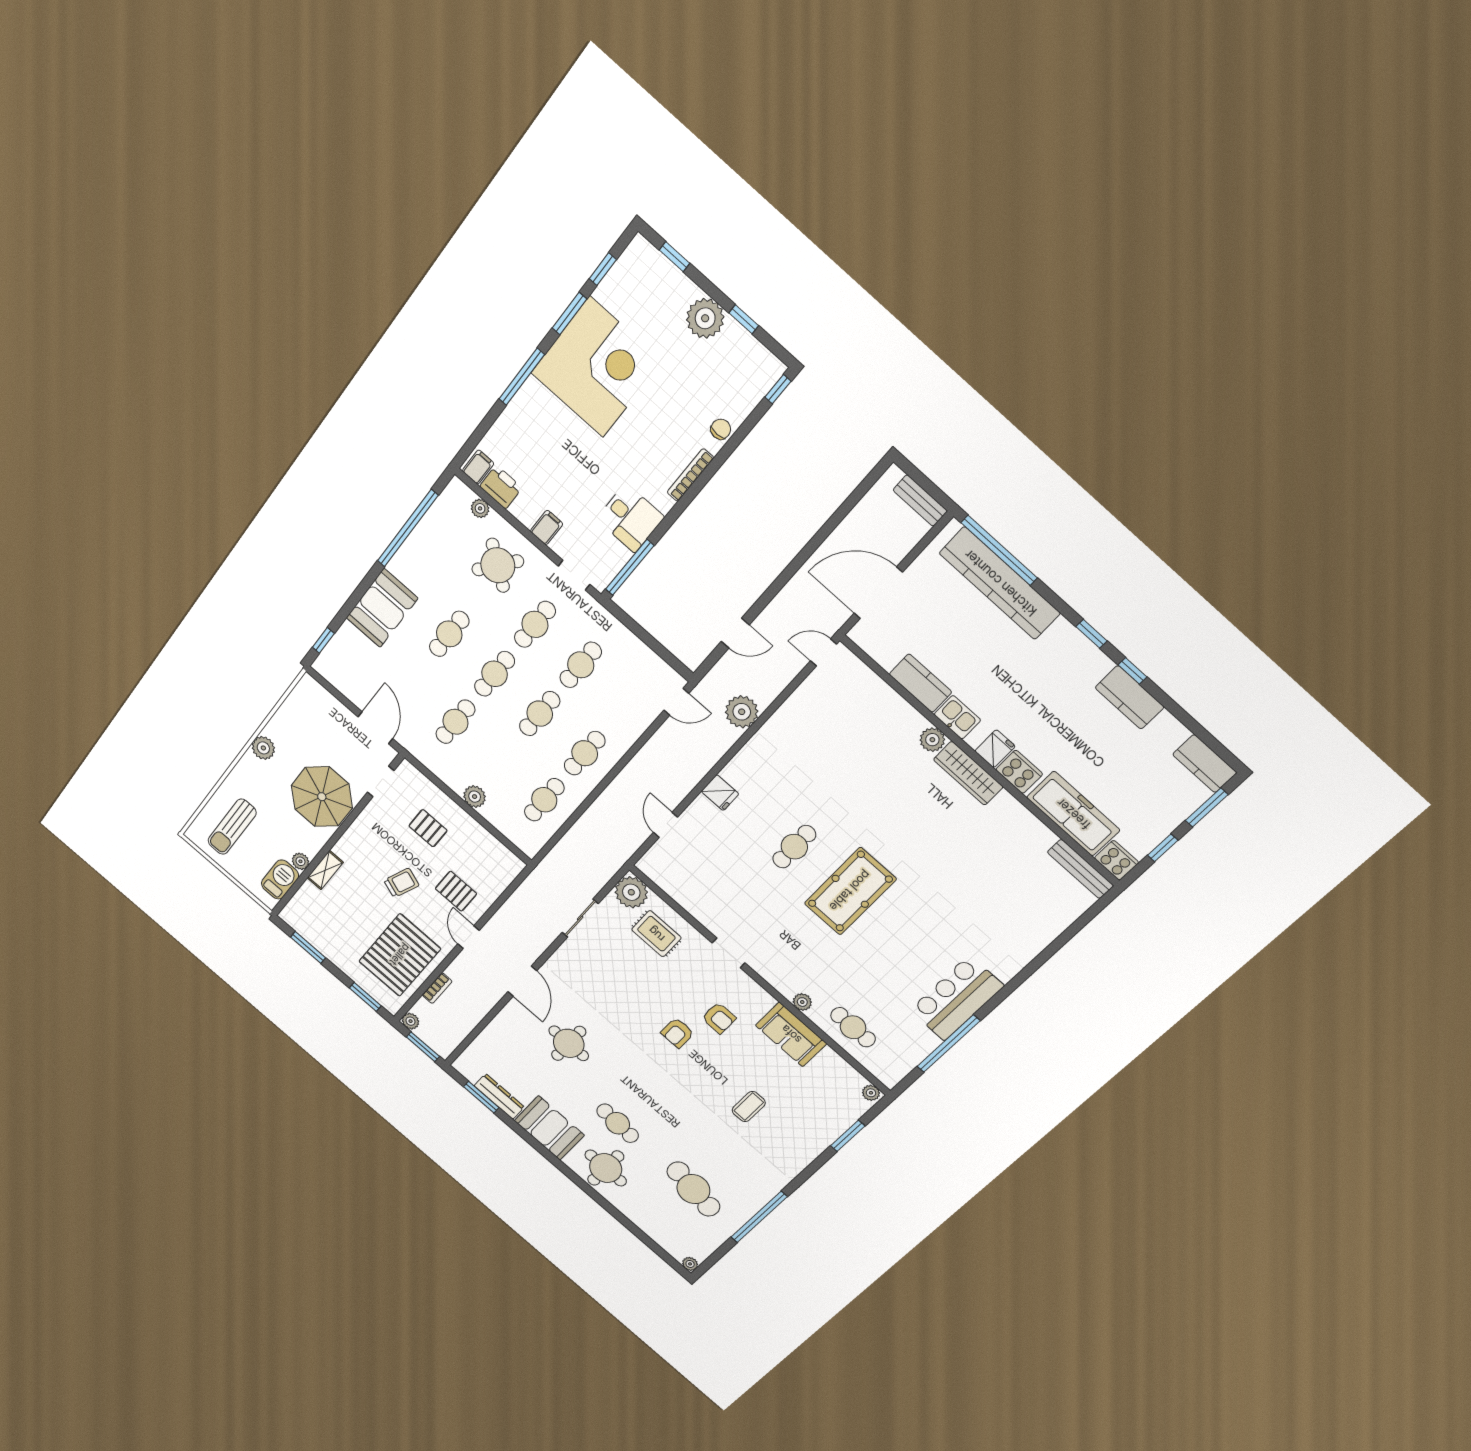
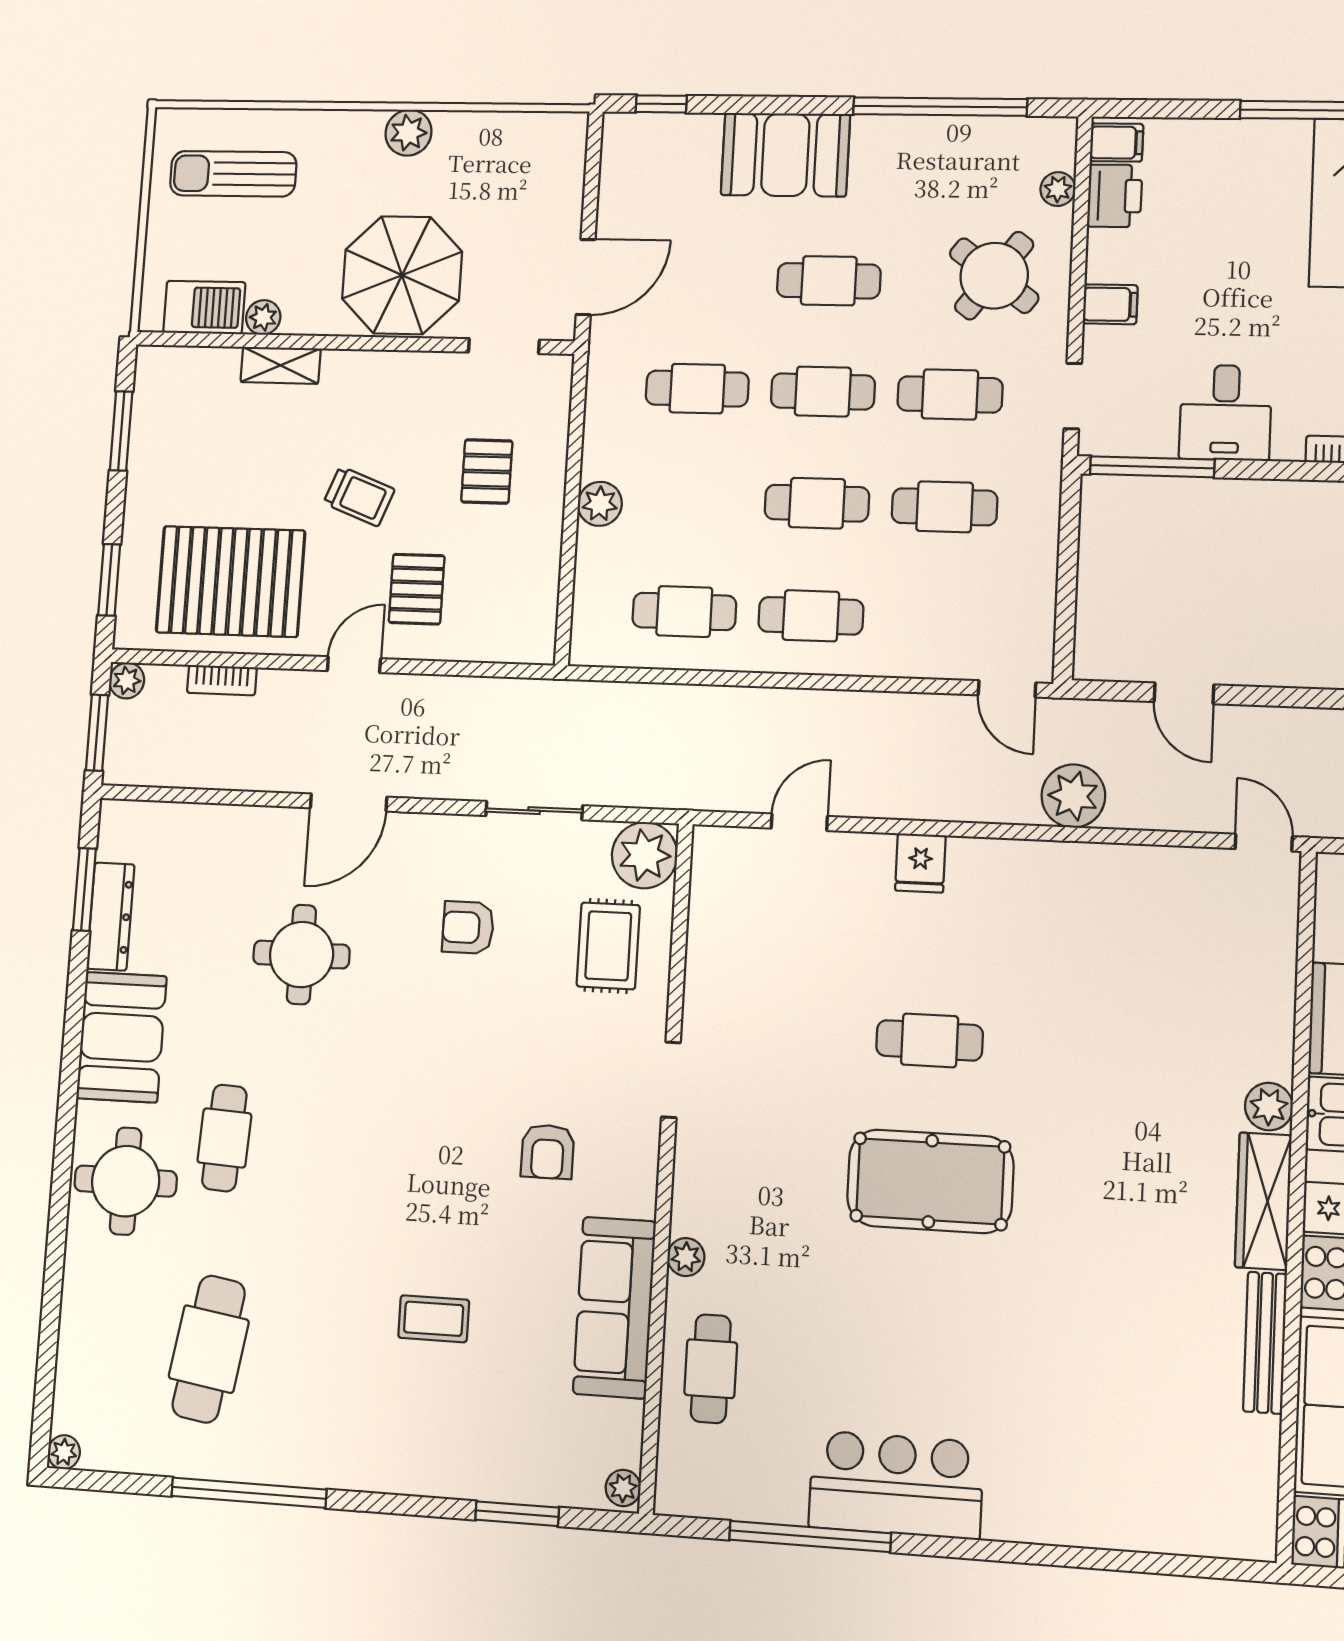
bench: (1080, 869) -> (1265, 1343), moved
armchair: (677, 1033) -> (468, 928), moved
sofa: (791, 1034) -> (614, 1308), width x1.36

